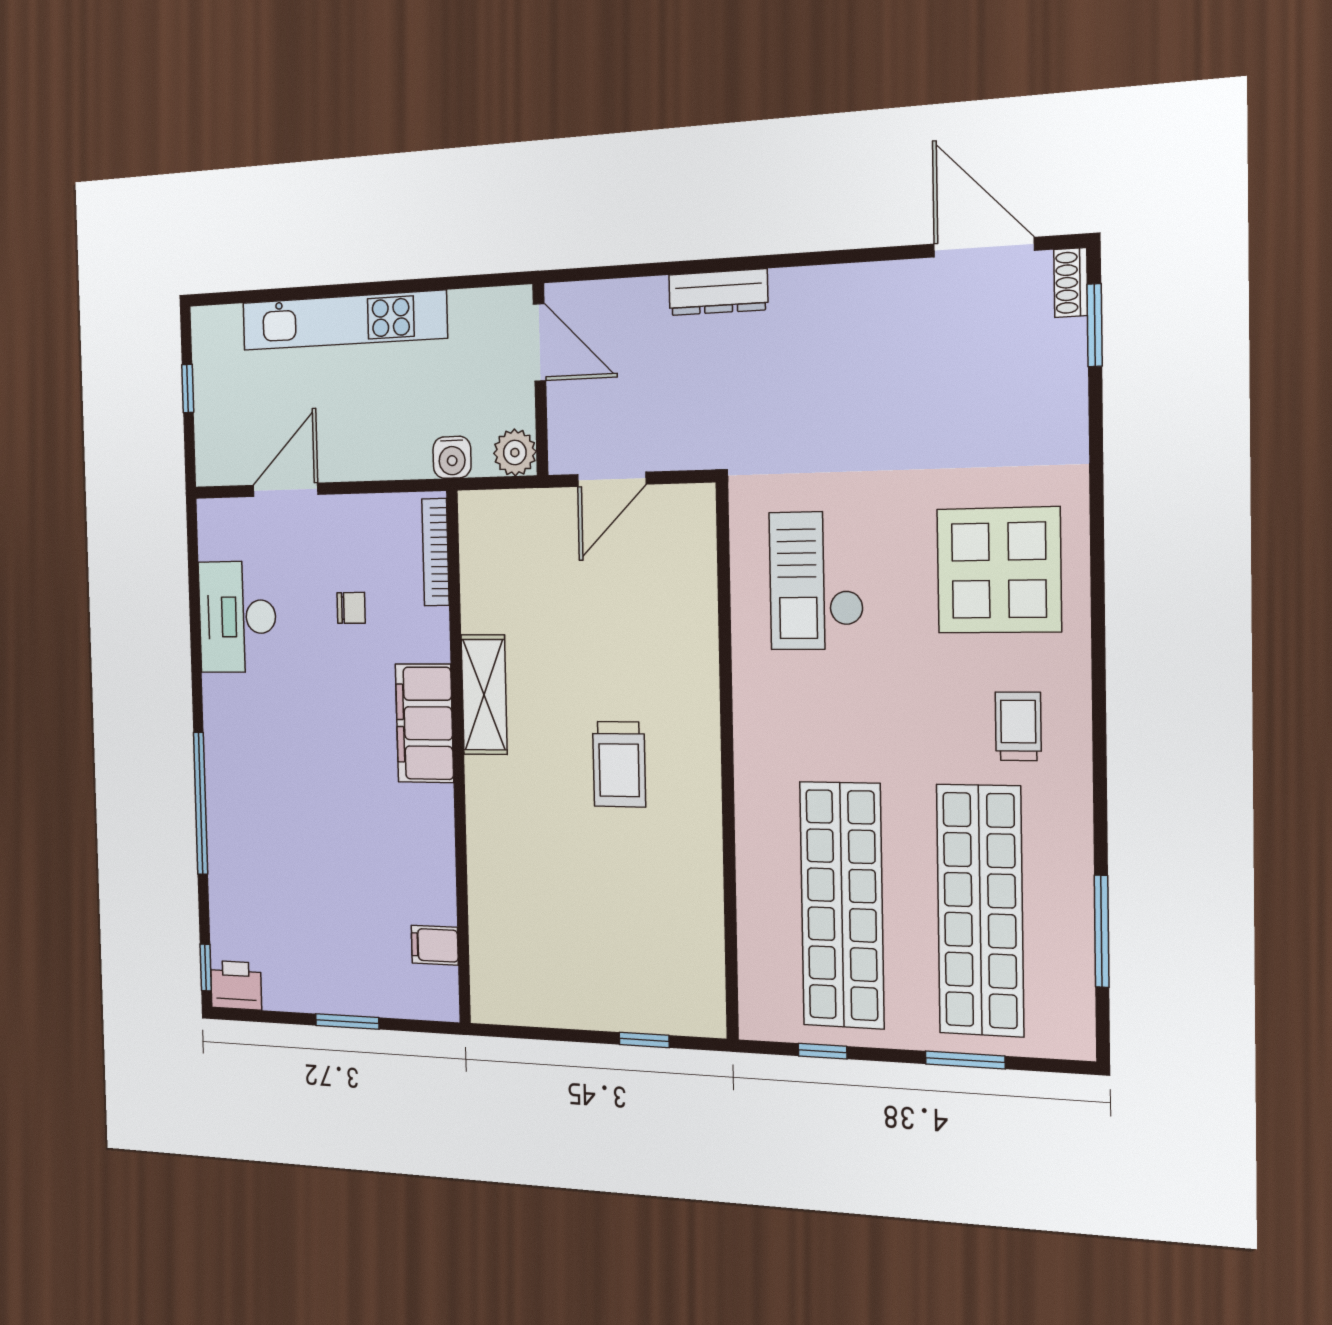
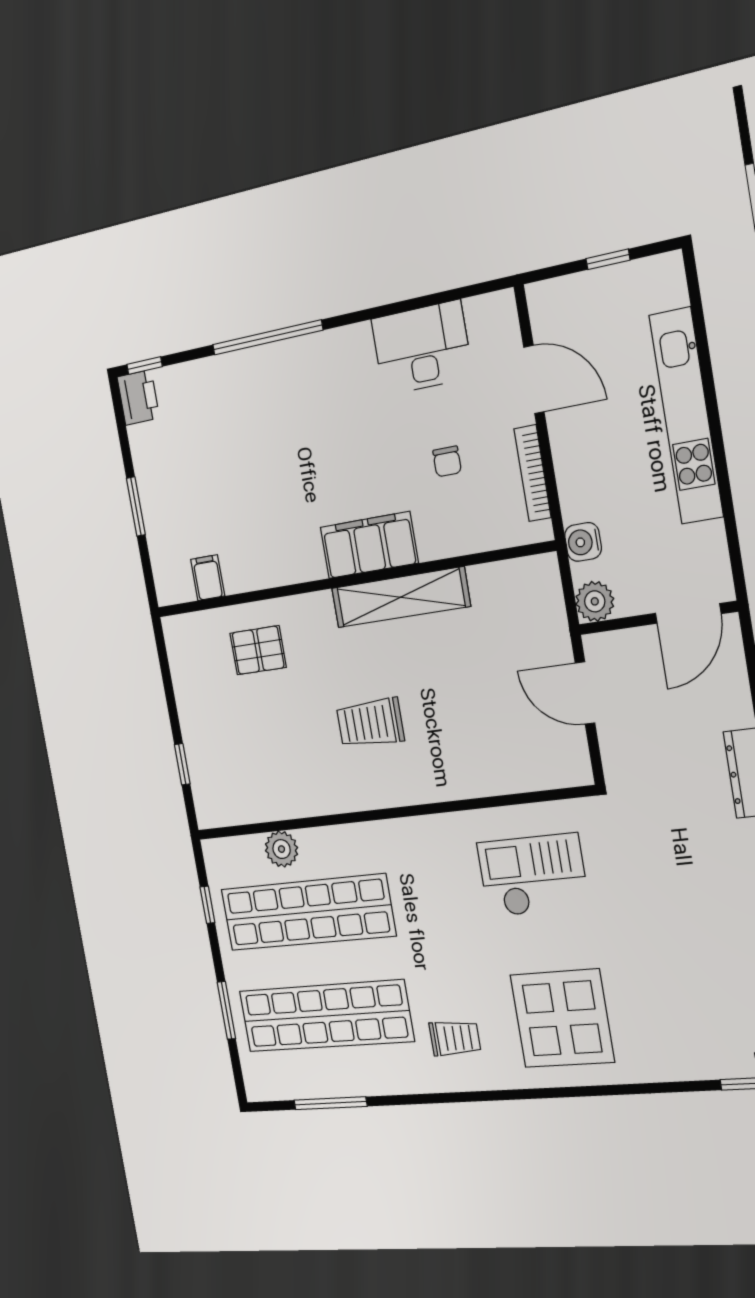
bookcase: (435, 552) -> (533, 473), moved, turned -90
shelving: (484, 695) -> (400, 597), width x1.47
pallet: (522, 897) -> (258, 650), added
plant: (759, 923) -> (282, 849), added

